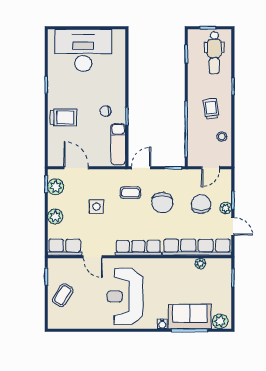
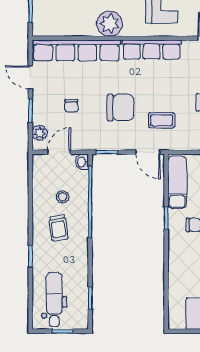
stool: (222, 137) -> (63, 197), moved
washbasin: (193, 160) -> (82, 162), added
door: (141, 168) -> (148, 152), hinge flipped
chair: (162, 203) -> (121, 108), turned 90
chair: (201, 204) -> (71, 106), width x0.54, depth x0.54
plant: (226, 208) -> (40, 133), moved
plant: (200, 264) -> (109, 24), moved, width x1.88, depth x1.88

